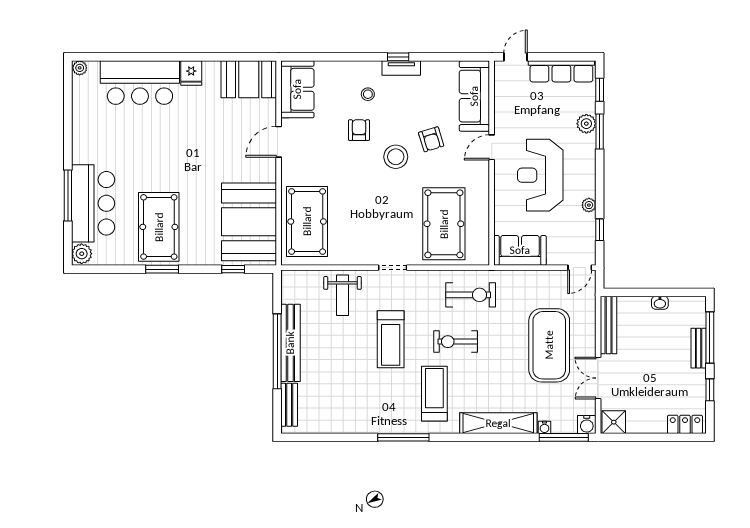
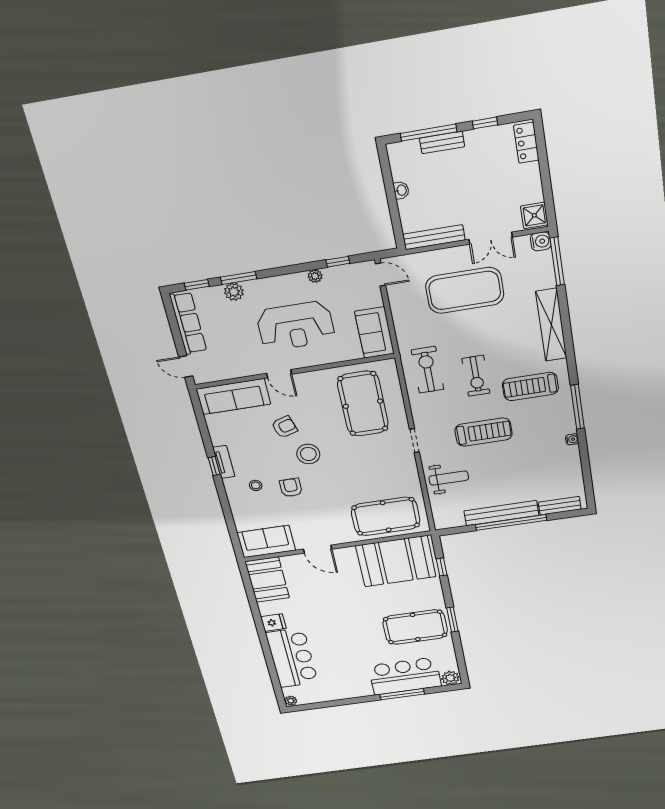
armchair: (359, 130) -> (291, 488), turned 90
pool table: (444, 224) -> (363, 404), turned 90
water cooler: (545, 427) -> (572, 439), moved

